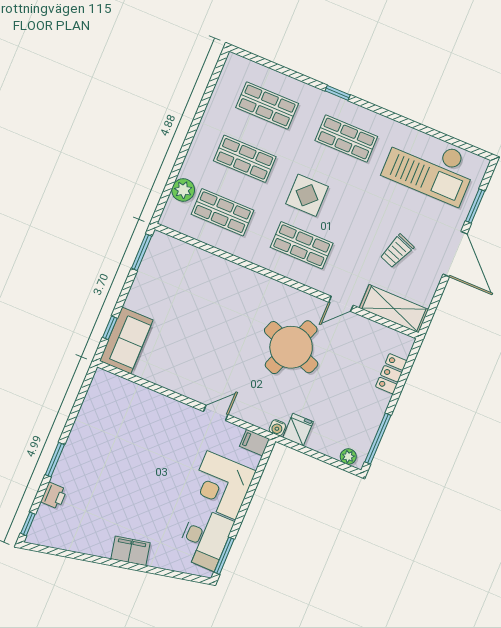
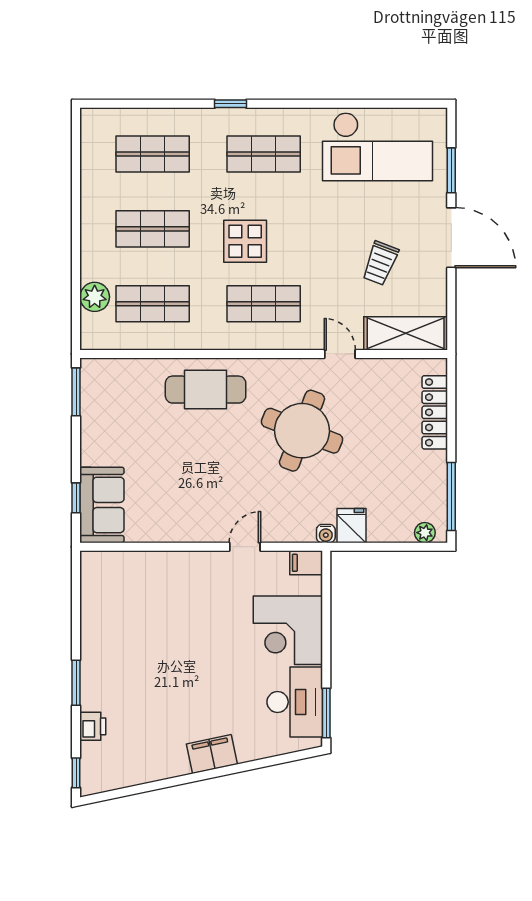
cafe table: (235, 289) -> (206, 390), added
door: (341, 304) -> (340, 354), swing flipped
locker: (391, 374) -> (435, 412), width x1.53

